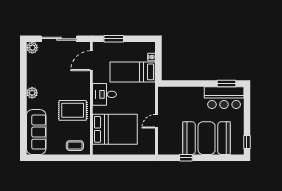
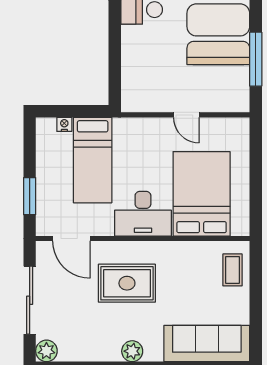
desk: (104, 94) -> (143, 214), width x1.37
rug: (73, 110) -> (127, 283), moved, turned 90
window: (186, 158) -> (256, 59), width x2.17

